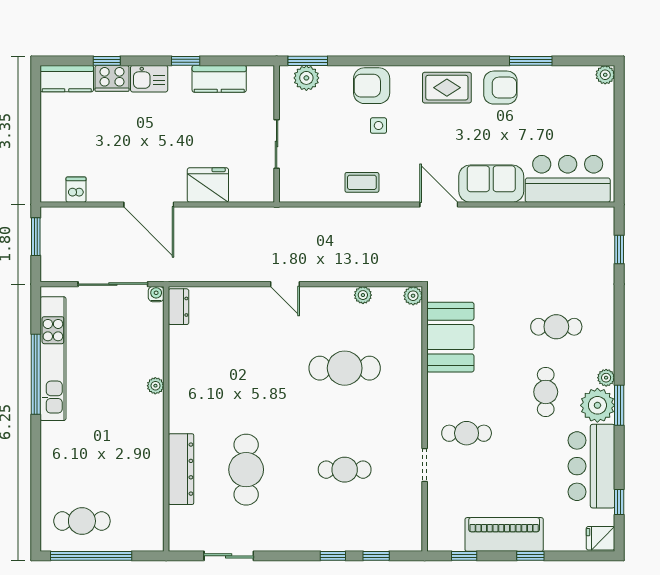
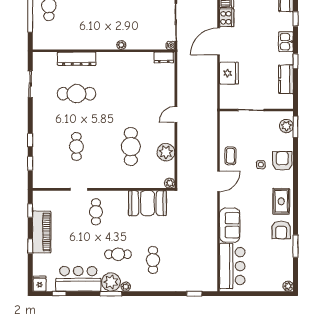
cooker: (112, 78) -> (227, 18), moved, turned 180
door: (439, 205) -> (219, 181), moved
plant: (363, 295) -> (166, 152), width x1.87, depth x1.87

